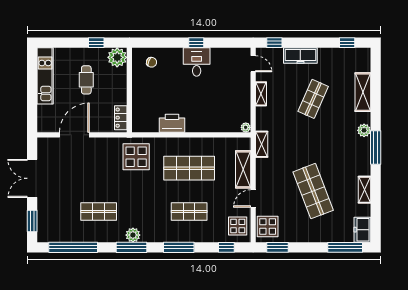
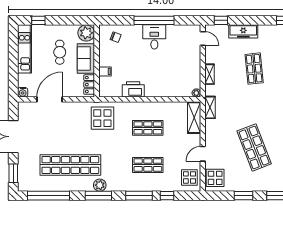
window: (96, 43) -> (38, 20), moved
window: (196, 43) -> (154, 20), width x3.17
sofa: (117, 87) -> (86, 58), added
shelving: (261, 94) -> (209, 74), moved
shop shelf: (313, 99) -> (254, 69), turned -30
filing cabinet: (139, 102) -> (105, 71), added
water cooler: (43, 127) -> (23, 92), added
shop shelf: (189, 168) -> (148, 128), width x0.70, depth x0.74
shelving: (243, 169) -> (194, 118), moved
shop shelf: (99, 211) -> (70, 165), width x2.00, depth x1.36
window: (226, 247) -> (167, 196), moved
window: (277, 247) -> (244, 196), moved

